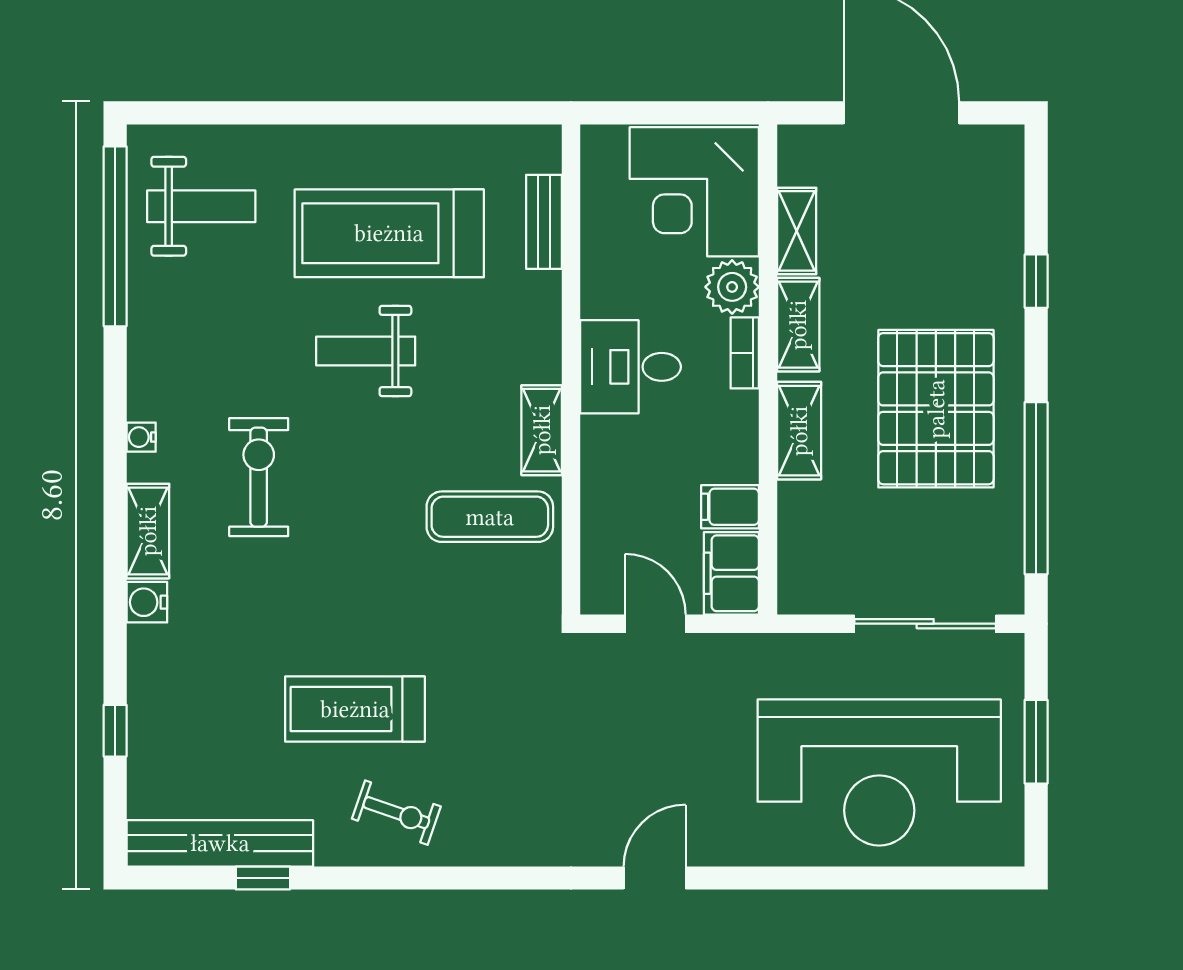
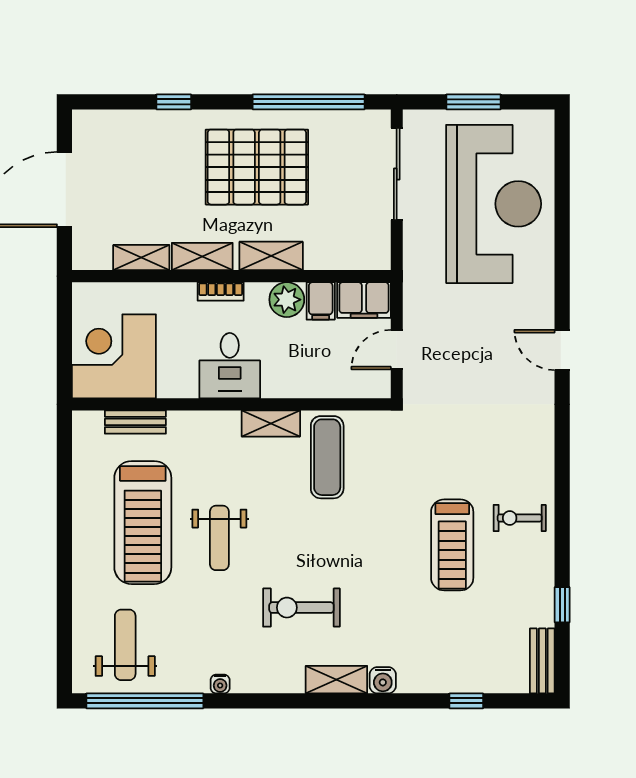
corner desk: (694, 192) -> (114, 356), moved, turned 180
plant: (732, 287) -> (287, 300), moved
water cooler: (141, 437) -> (220, 684), moved
exercise bike: (396, 813) -> (520, 518), turned -109
bench: (220, 843) -> (542, 661), width x0.54, depth x0.82

